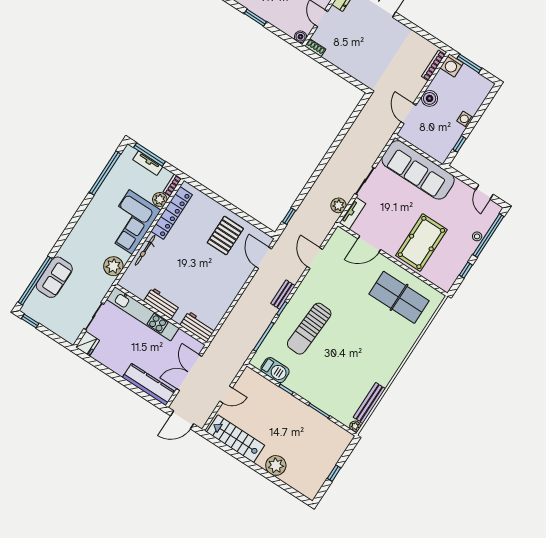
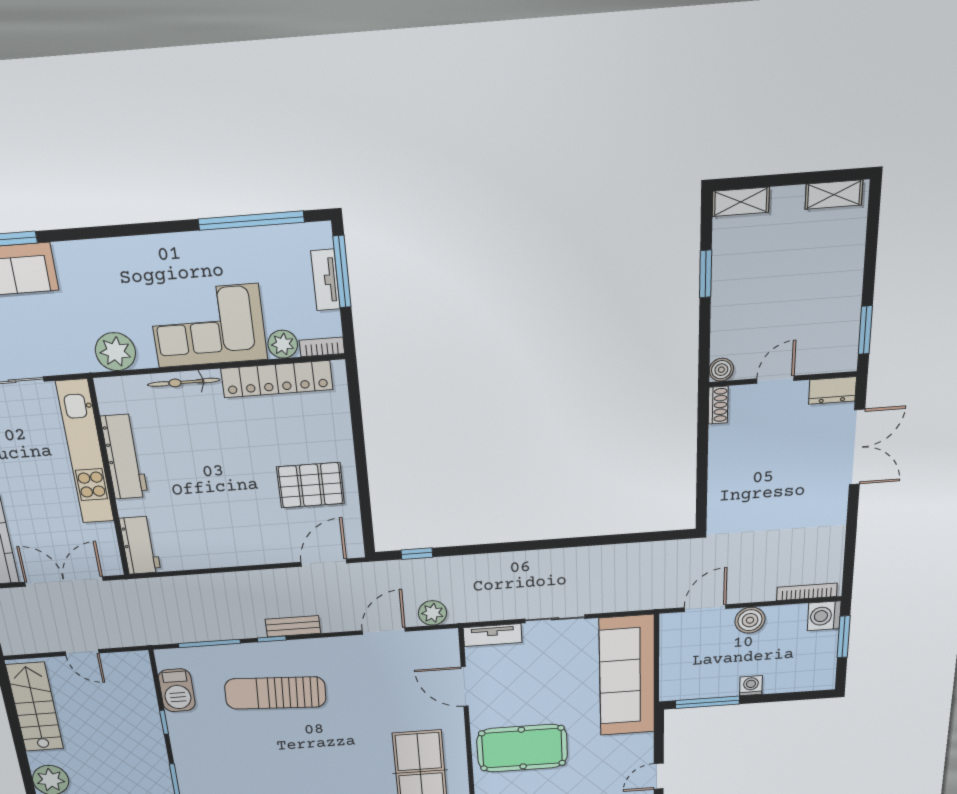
window: (460, 144) -> (708, 702), width x2.17
plant: (338, 205) -> (432, 613), moved
workbench: (162, 303) -> (124, 457), width x1.38

